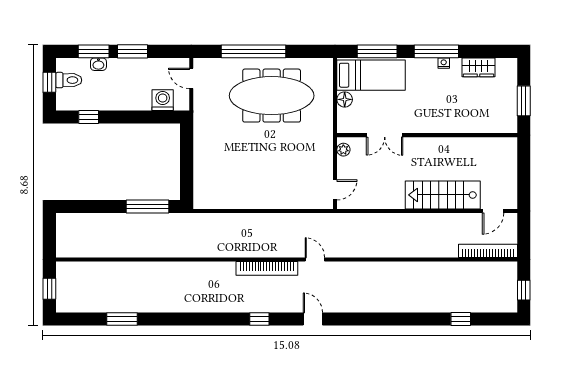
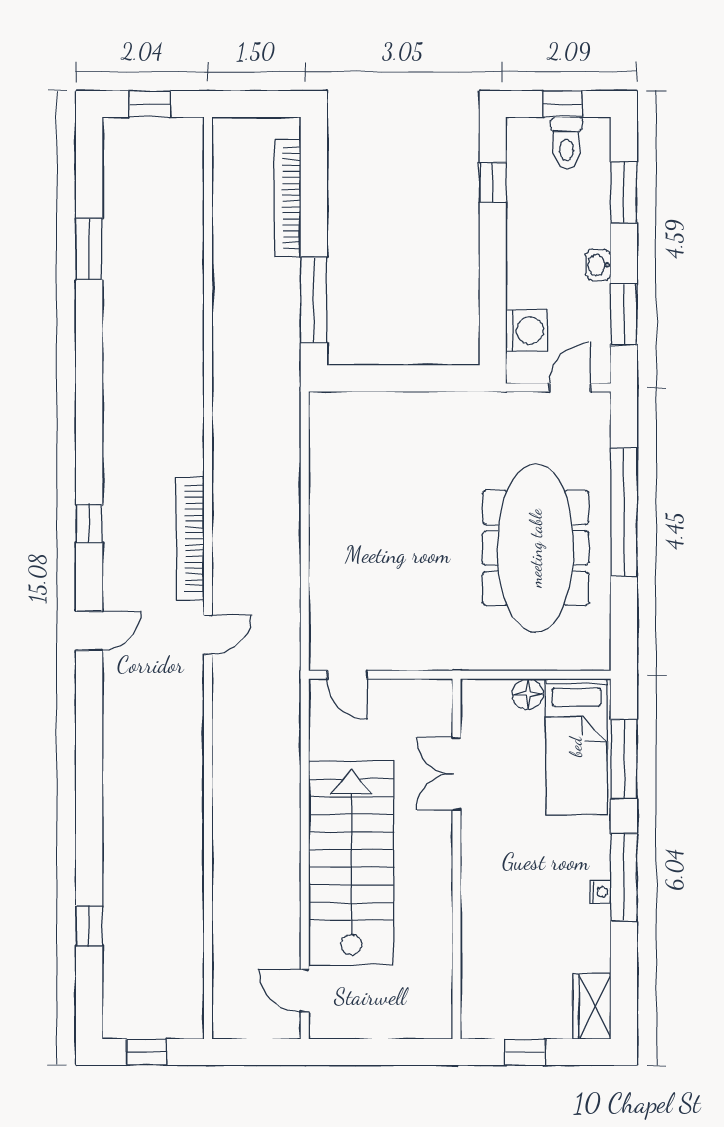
window: (133, 51) -> (624, 314), moved
washbasin: (98, 64) -> (598, 265), moved
wardrobe: (479, 67) -> (592, 1006), moved
window: (524, 101) -> (525, 1052), width x0.67
plant: (343, 150) -> (428, 692), removed
stairs: (443, 195) -> (351, 863), width x1.36, depth x1.51
bookcase: (488, 251) -> (288, 198), moved, turned 180

